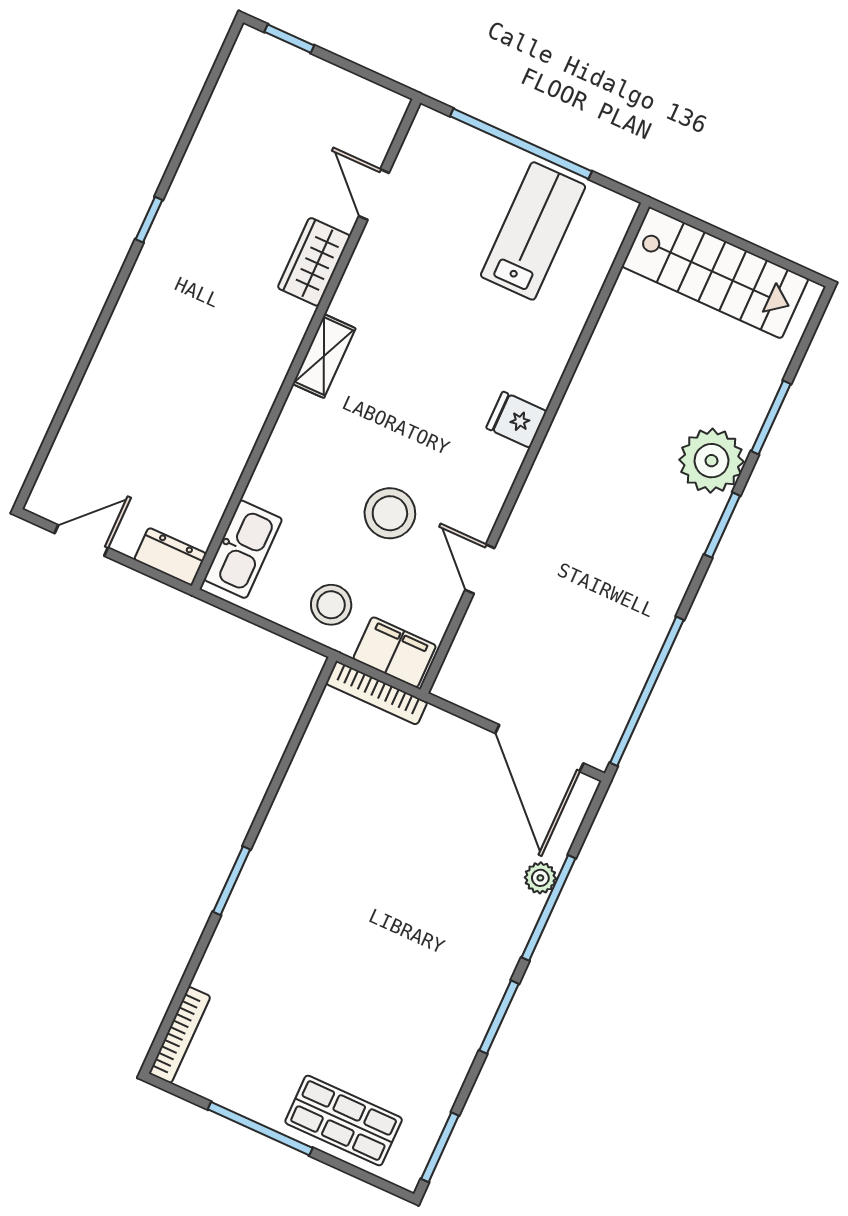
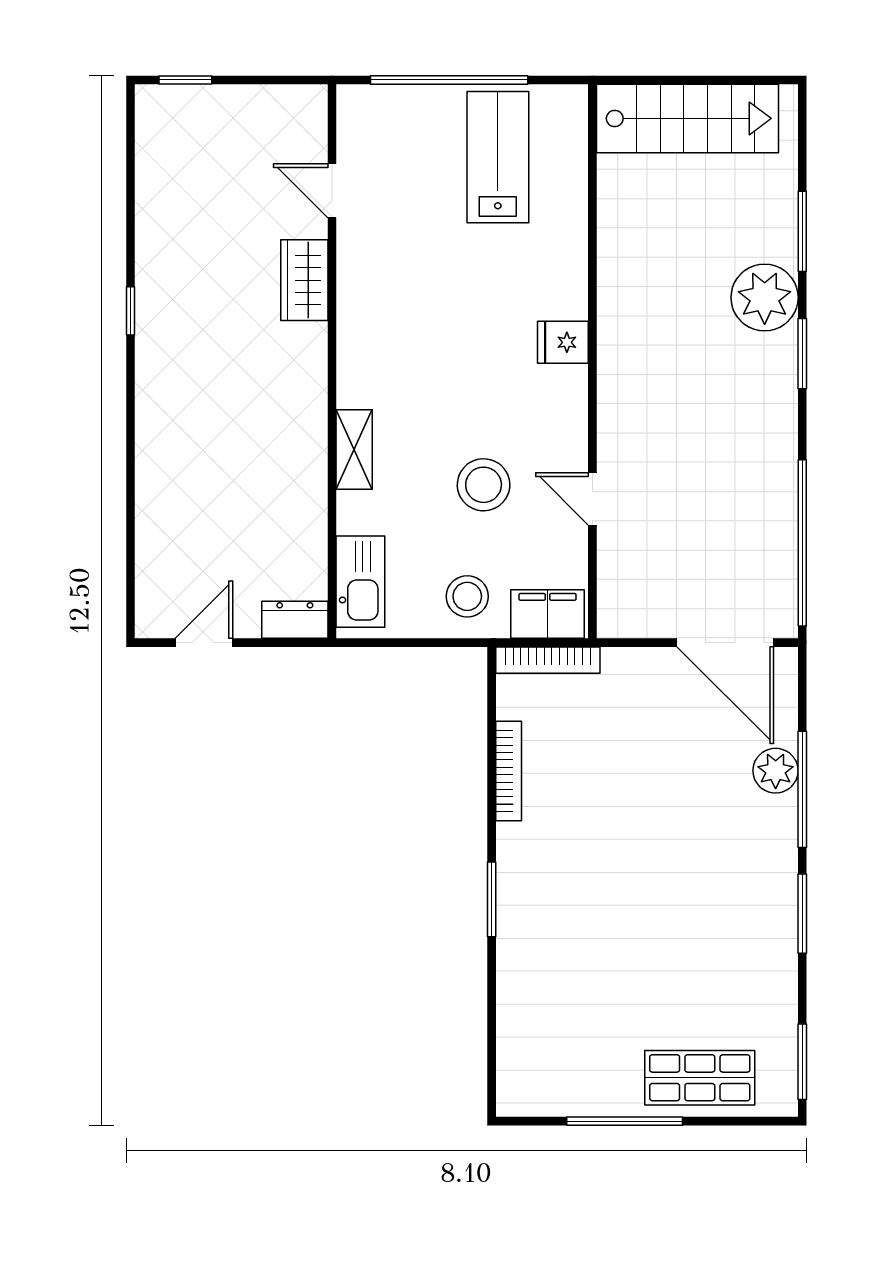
shelving: (324, 356) -> (354, 450), moved
plant: (540, 878) -> (776, 771), width x1.38, depth x1.38
bookcase: (180, 1035) -> (509, 771), moved

